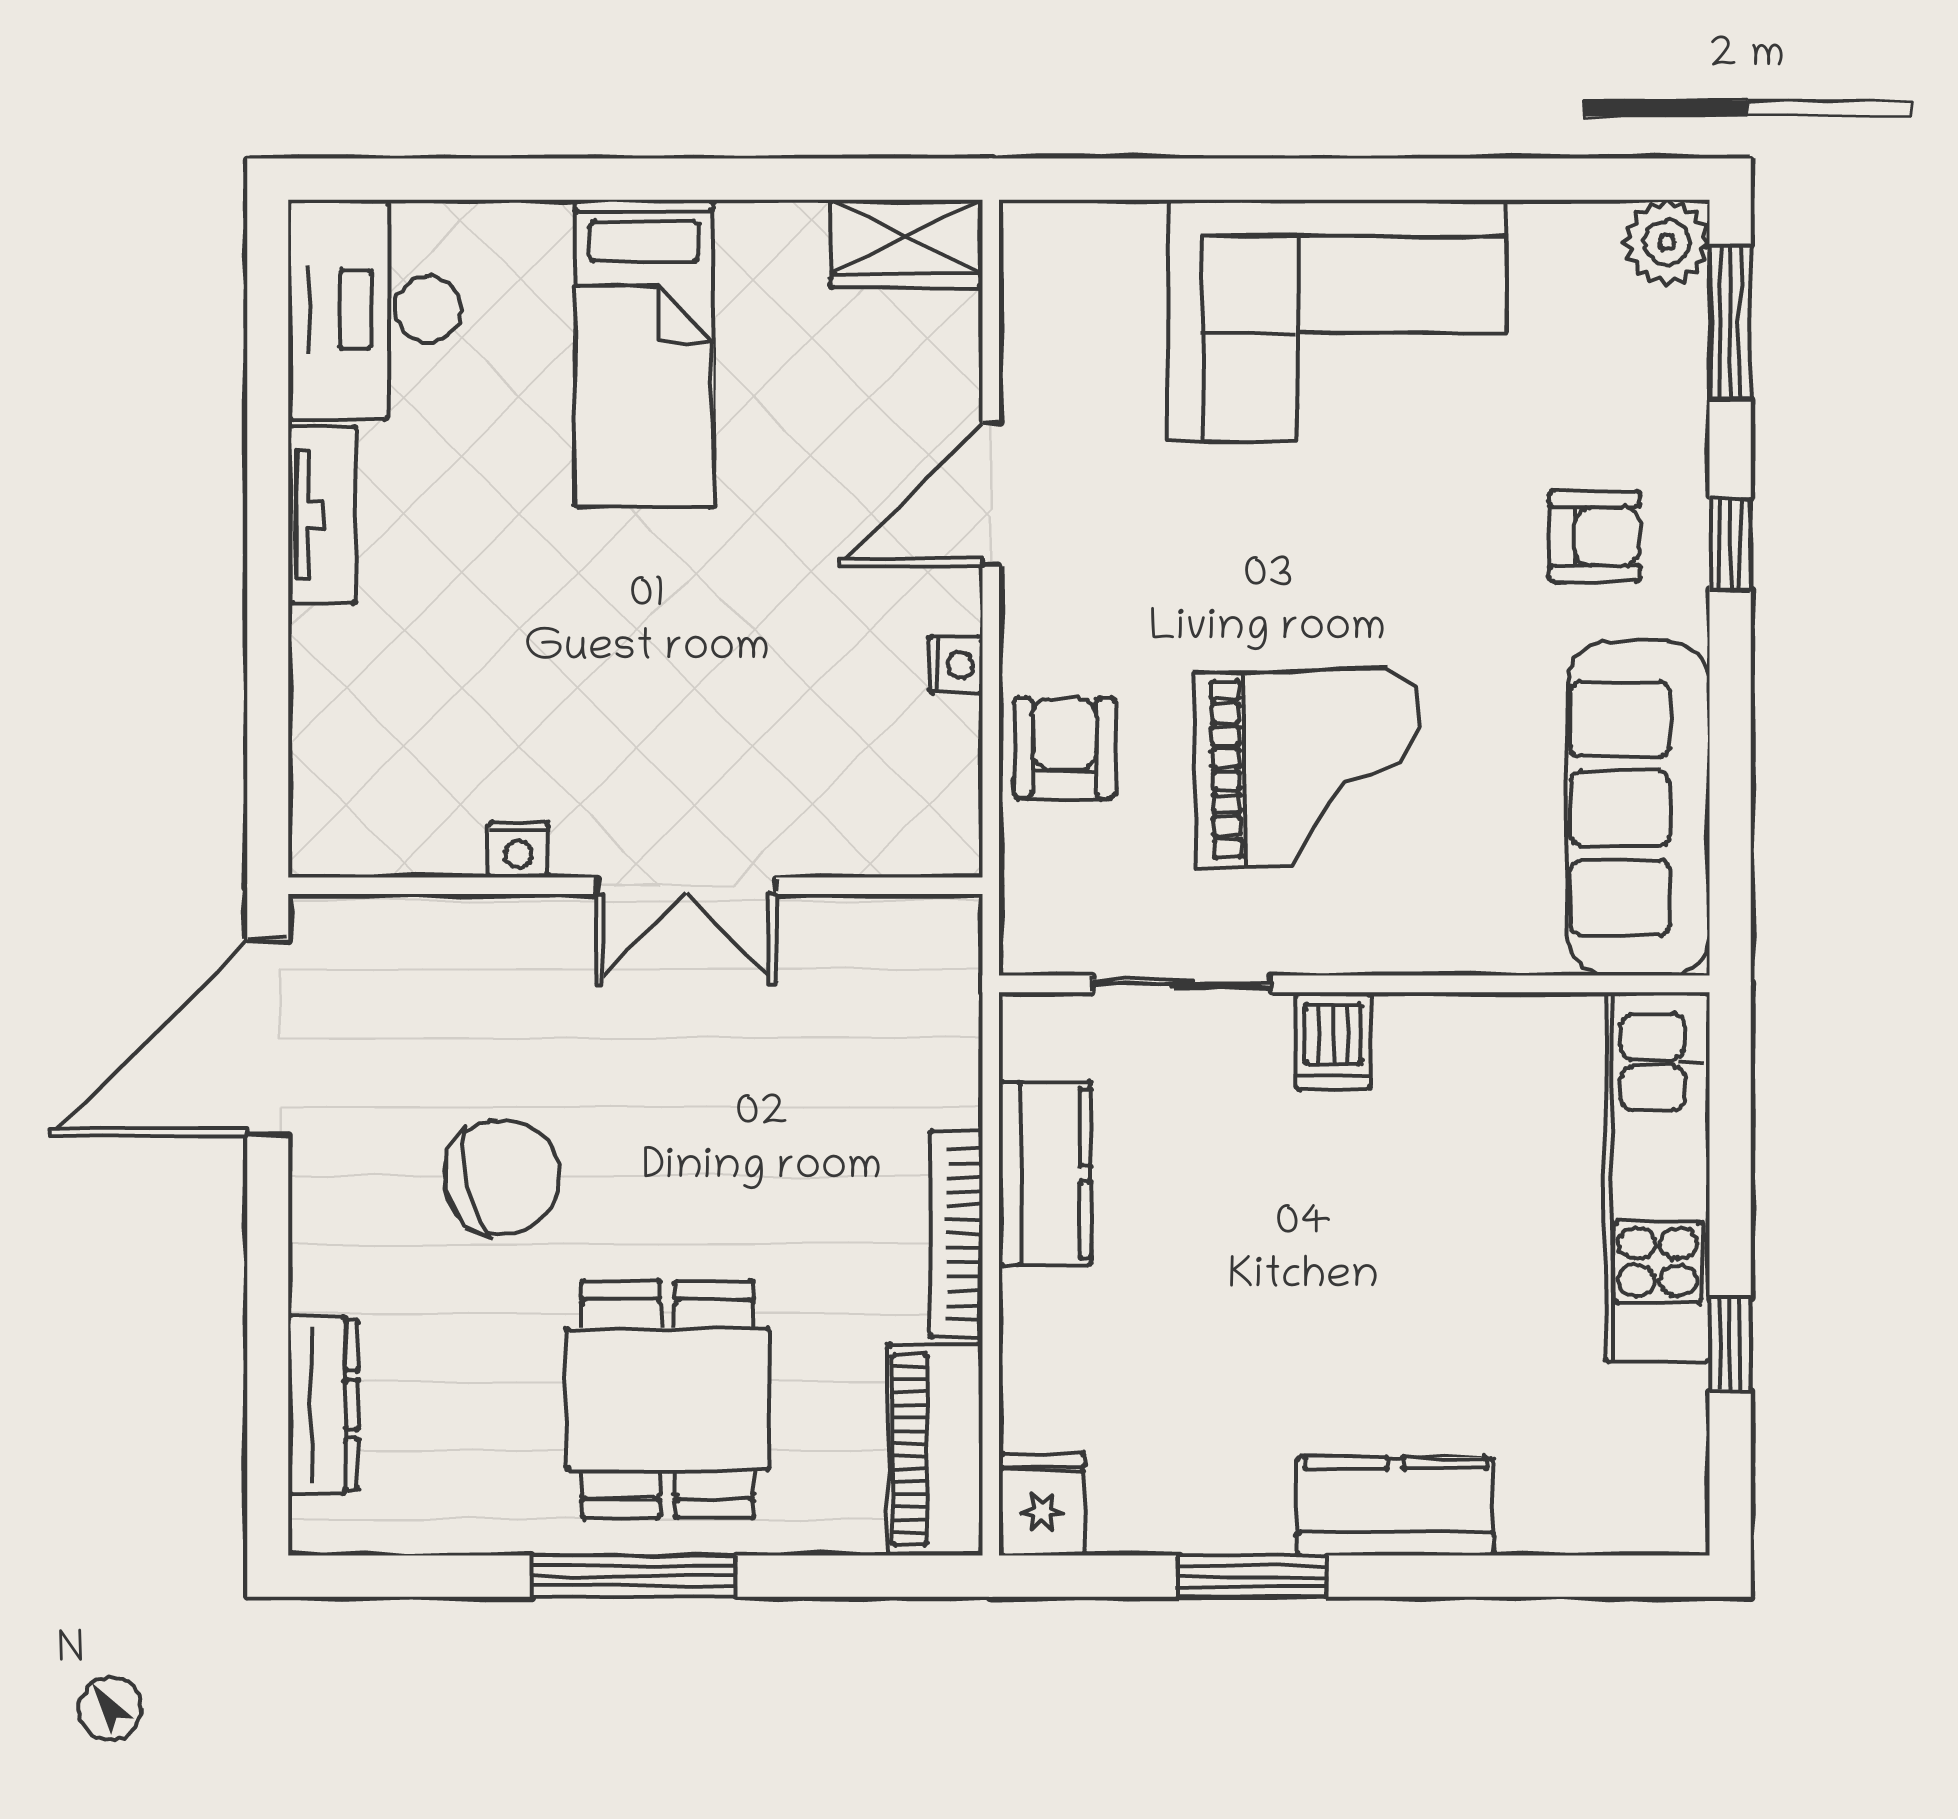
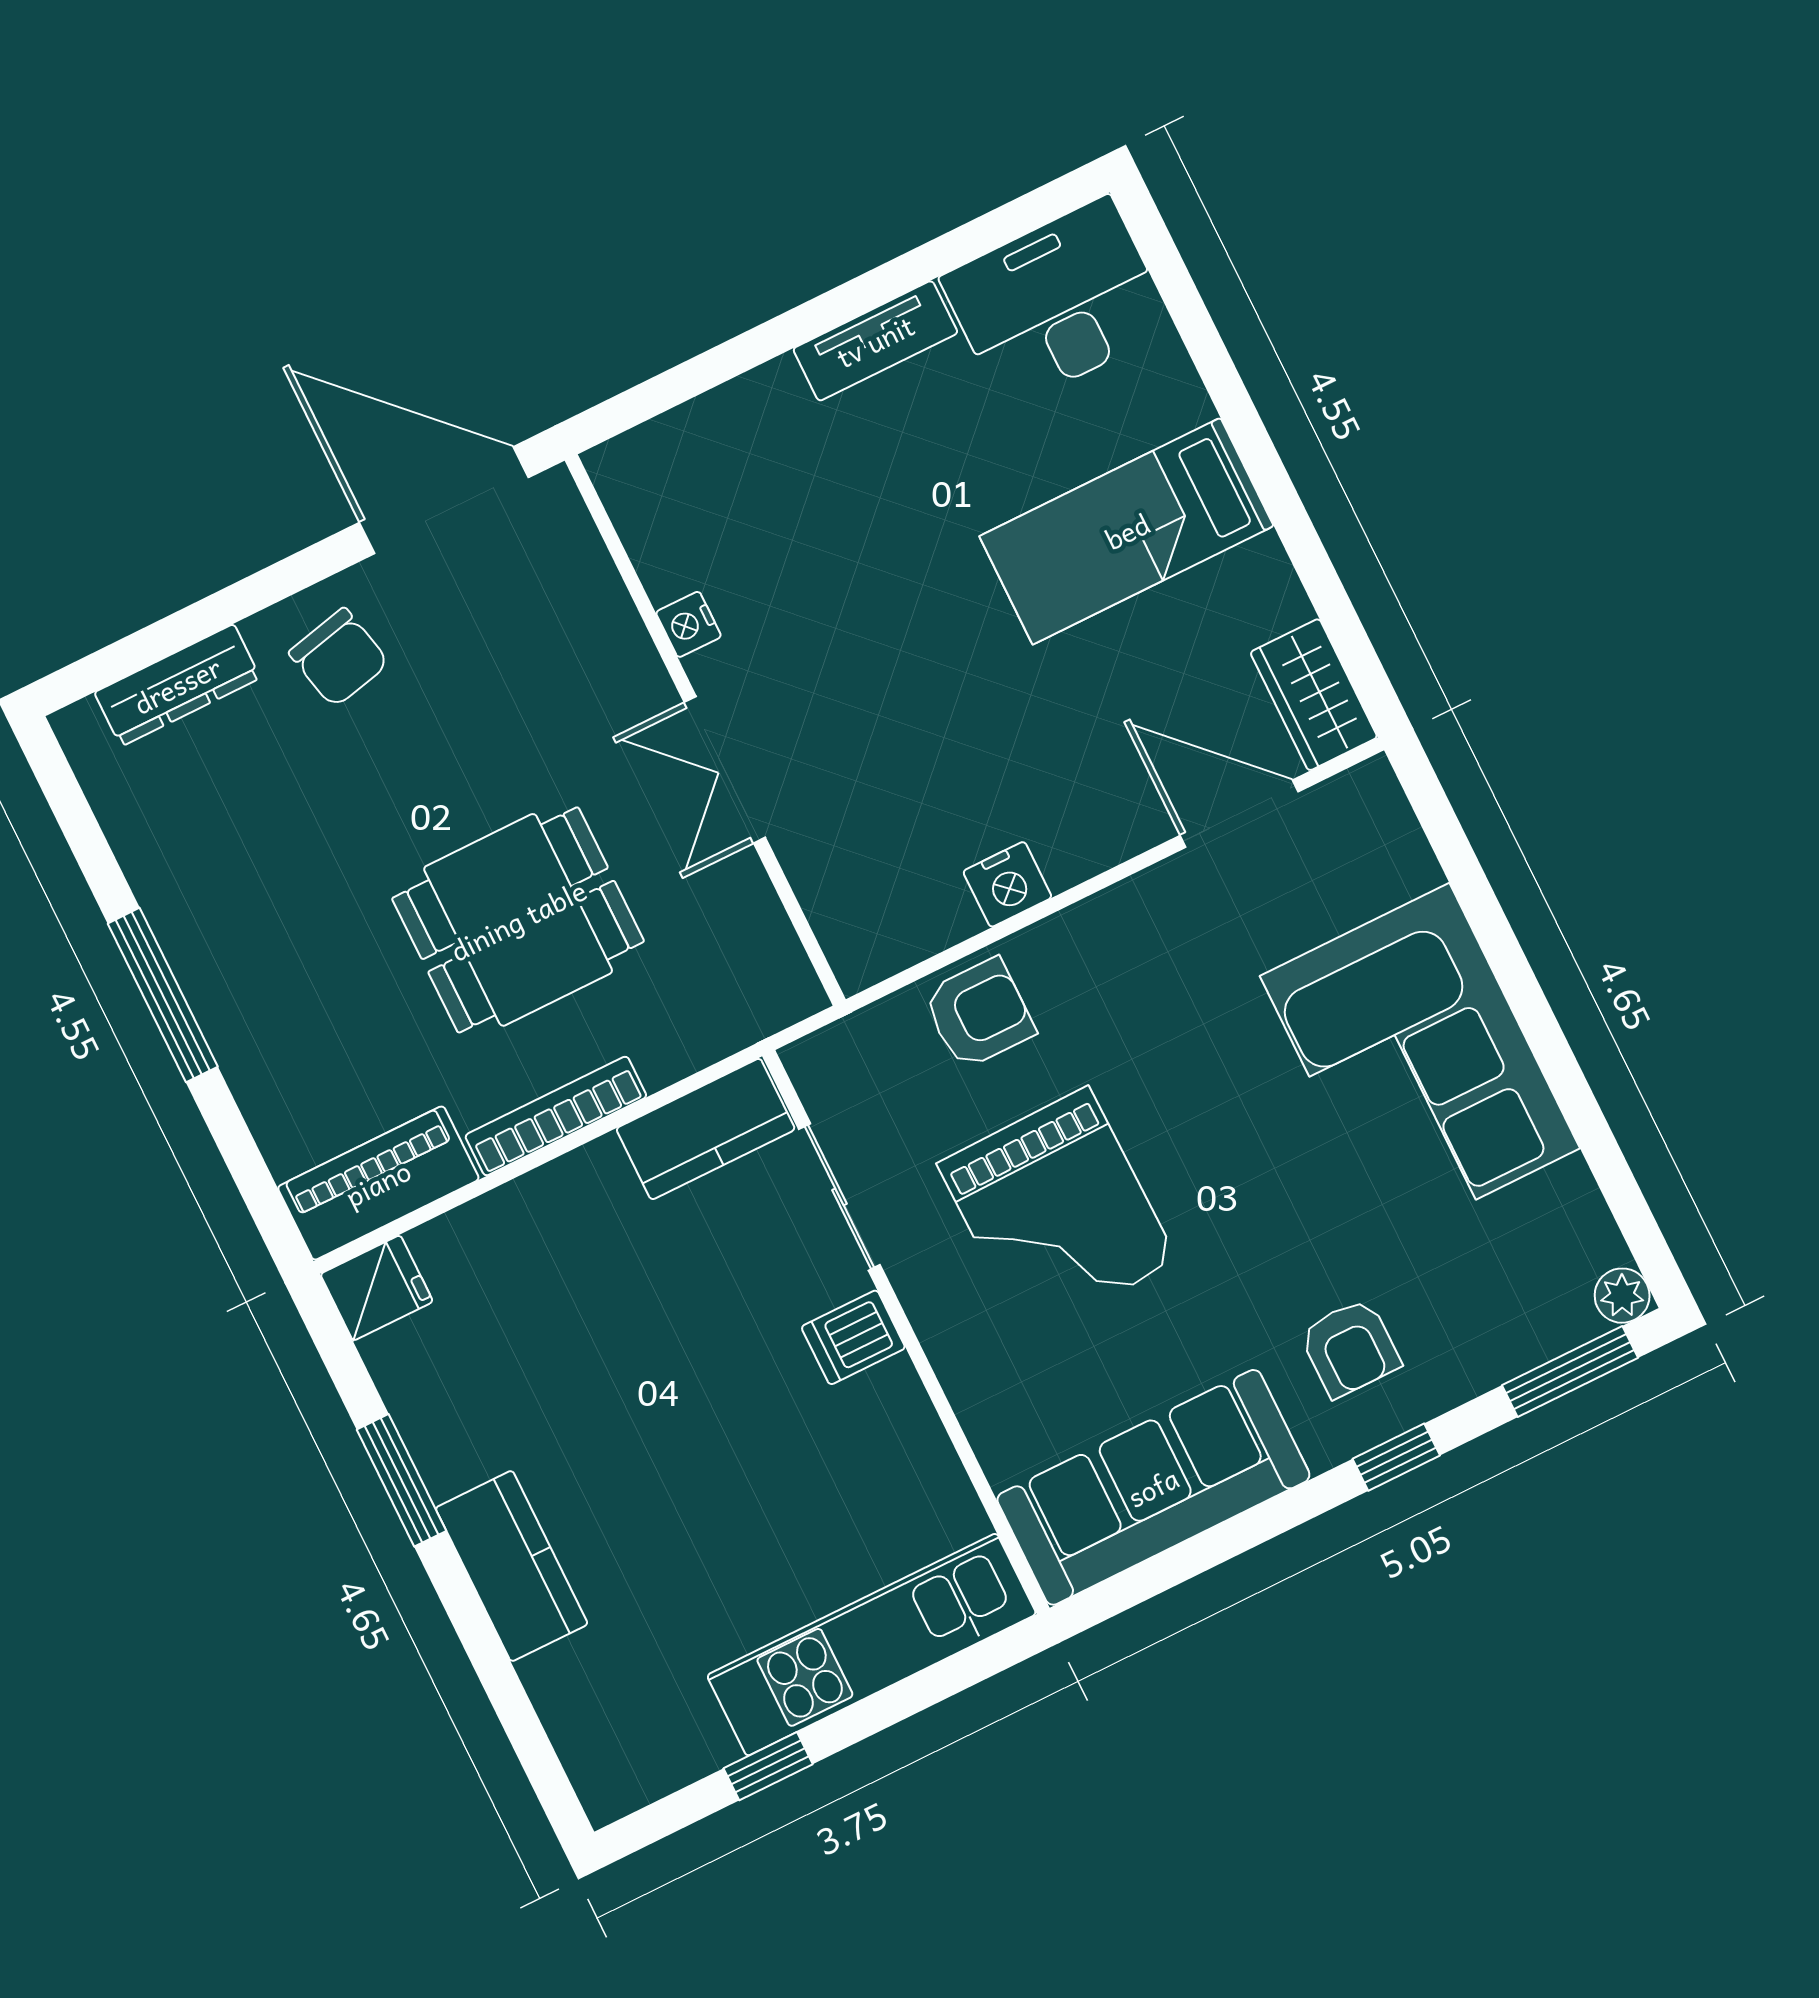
plant: (1667, 243) -> (1622, 1296), width x0.73, depth x0.73
door: (991, 494) -> (1239, 814), moved
nightstand: (956, 665) -> (1007, 884), width x1.39, depth x1.35
kitchen counter: (1045, 1174) -> (706, 1129), moved
chair: (502, 1177) -> (339, 658), moved, width x0.73, depth x0.73
dining table: (668, 1399) -> (518, 920), moved

